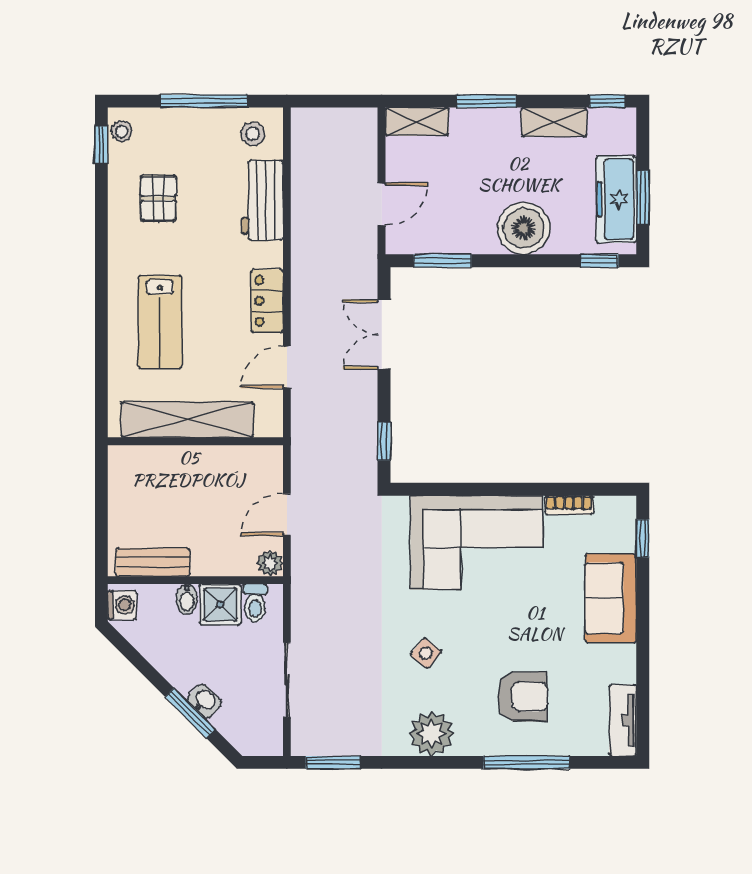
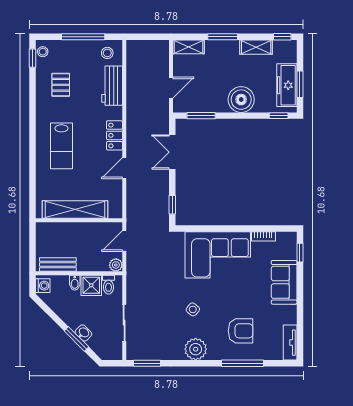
shelving: (187, 419) -> (75, 210), moved
wall: (195, 441) -> (79, 220), moved

